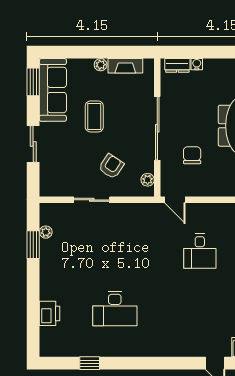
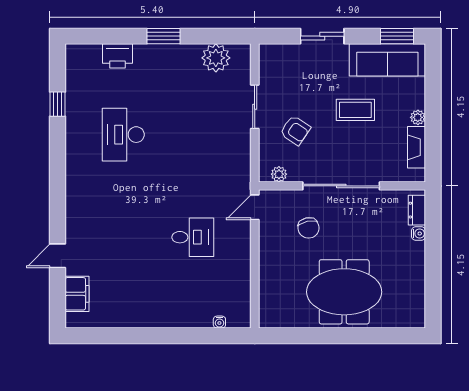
chair: (192, 155) -> (309, 228), turned 77
plant: (46, 232) -> (216, 58), width x1.88, depth x1.88
window: (33, 245) -> (164, 36), moved
desk: (200, 251) -> (193, 237), turned 180

